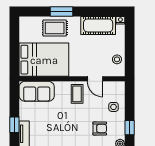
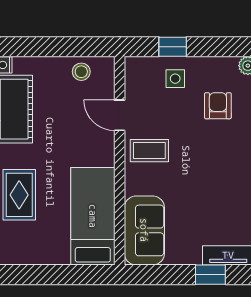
bed: (44, 60) -> (93, 216), width x0.67
door: (95, 79) -> (120, 115), swing flipped
window: (130, 128) -> (173, 47), moved

